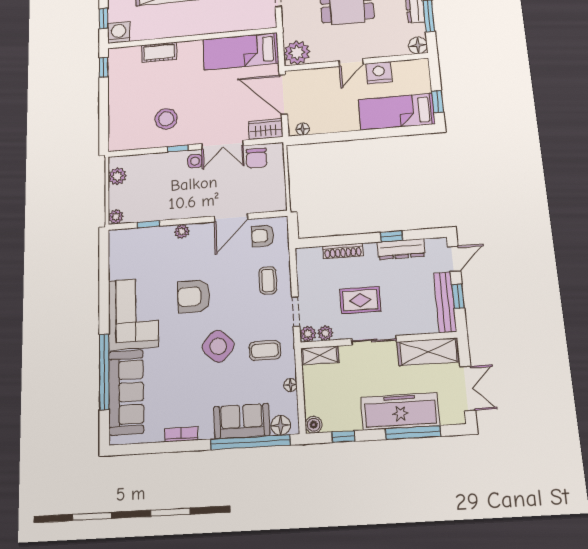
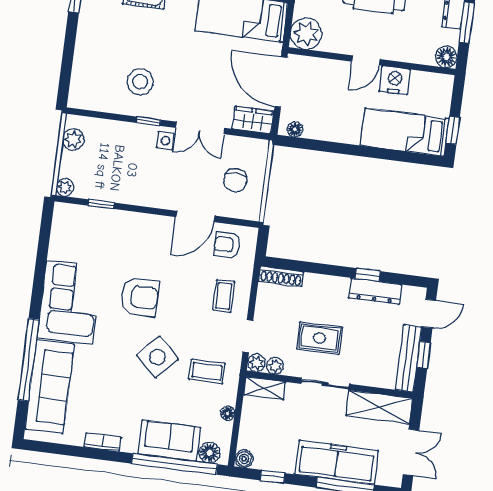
chair: (256, 158) -> (235, 180), moved
plant: (182, 231) -> (138, 221), removed
shoe rack: (343, 251) -> (281, 276), moved
armchair: (194, 296) -> (139, 297), turned 180

